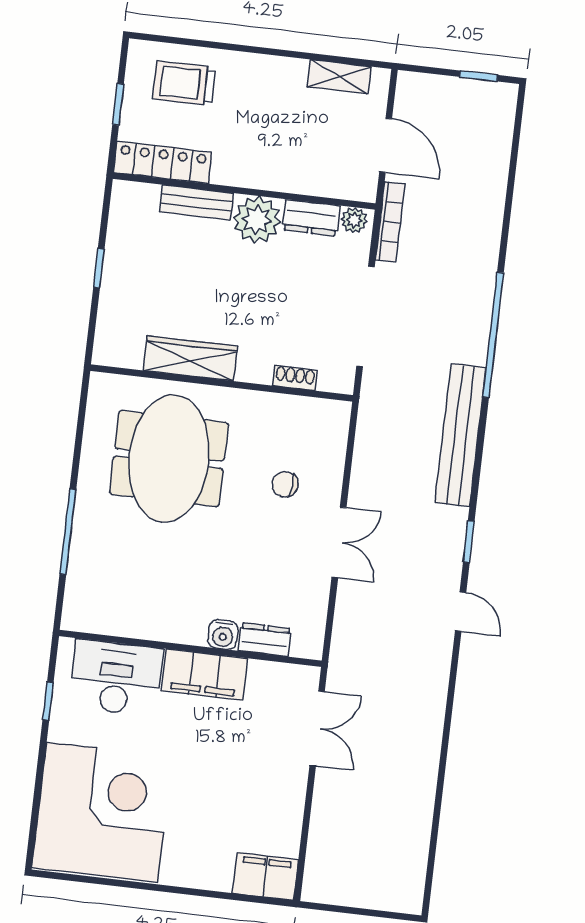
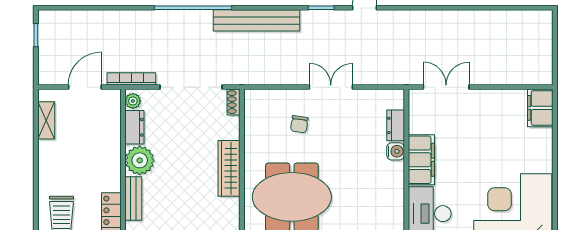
wardrobe: (190, 358) -> (229, 168), moved
shoe rack: (295, 378) -> (234, 102), moved

